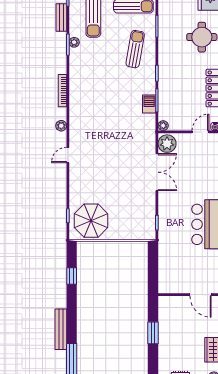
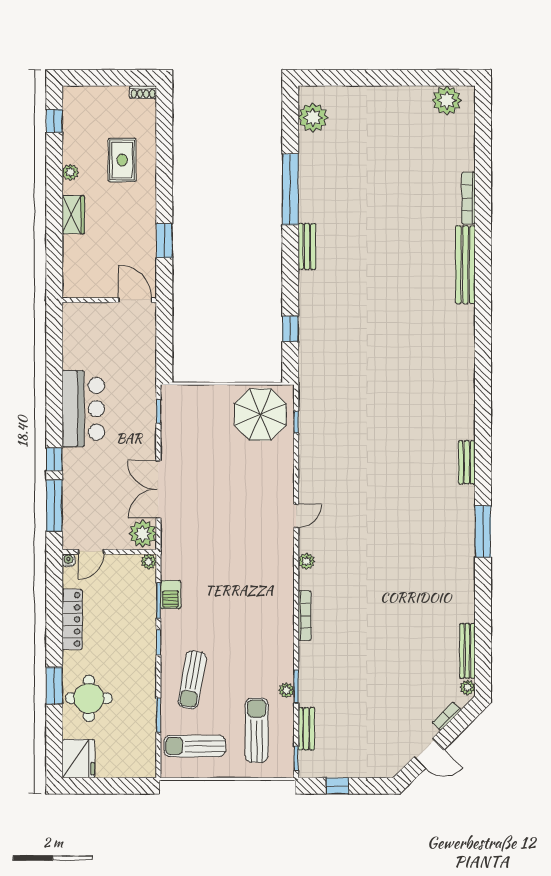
door: (201, 295) -> (135, 300), moved
bench: (61, 329) -> (307, 247), width x0.73

